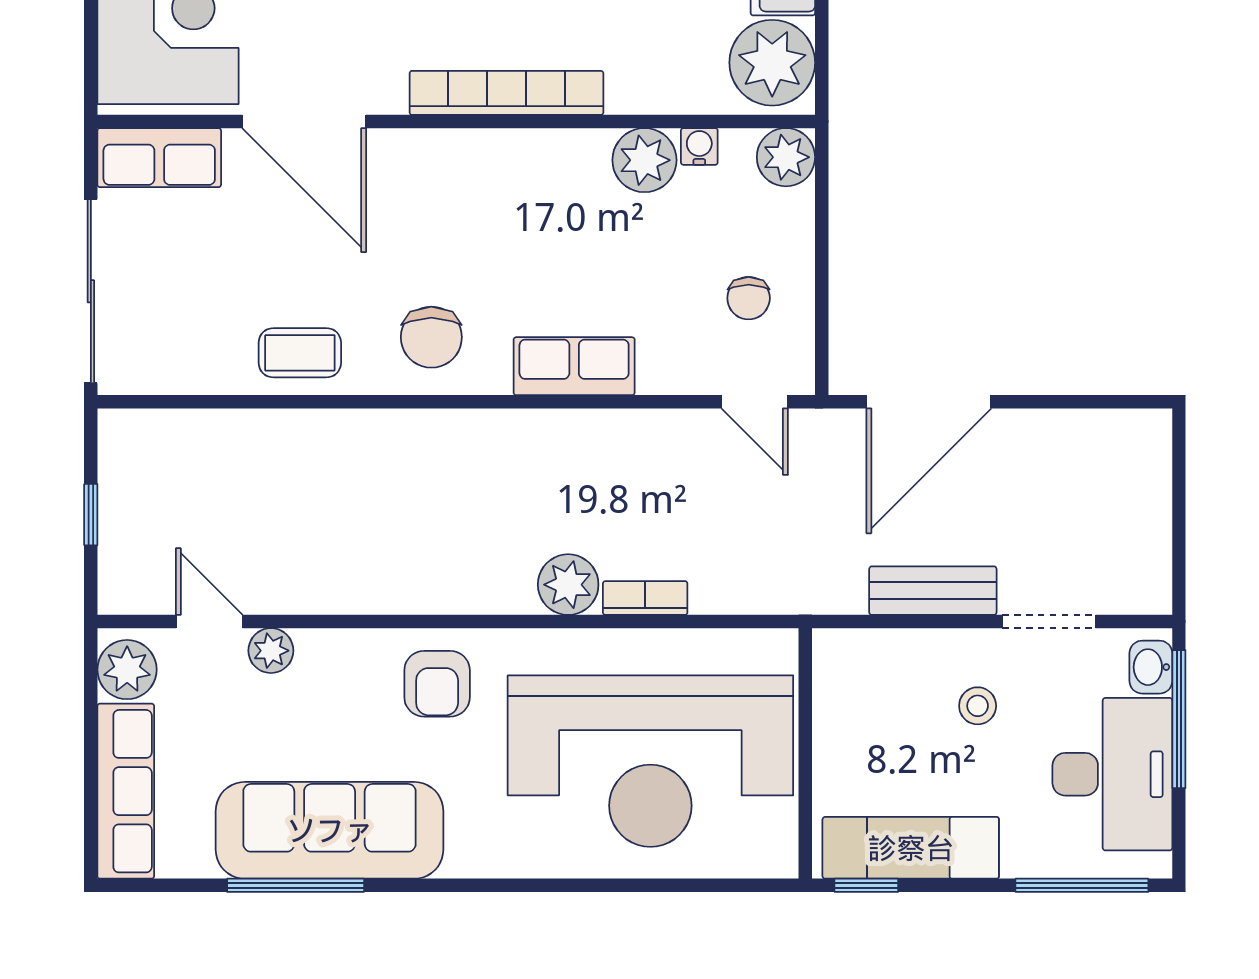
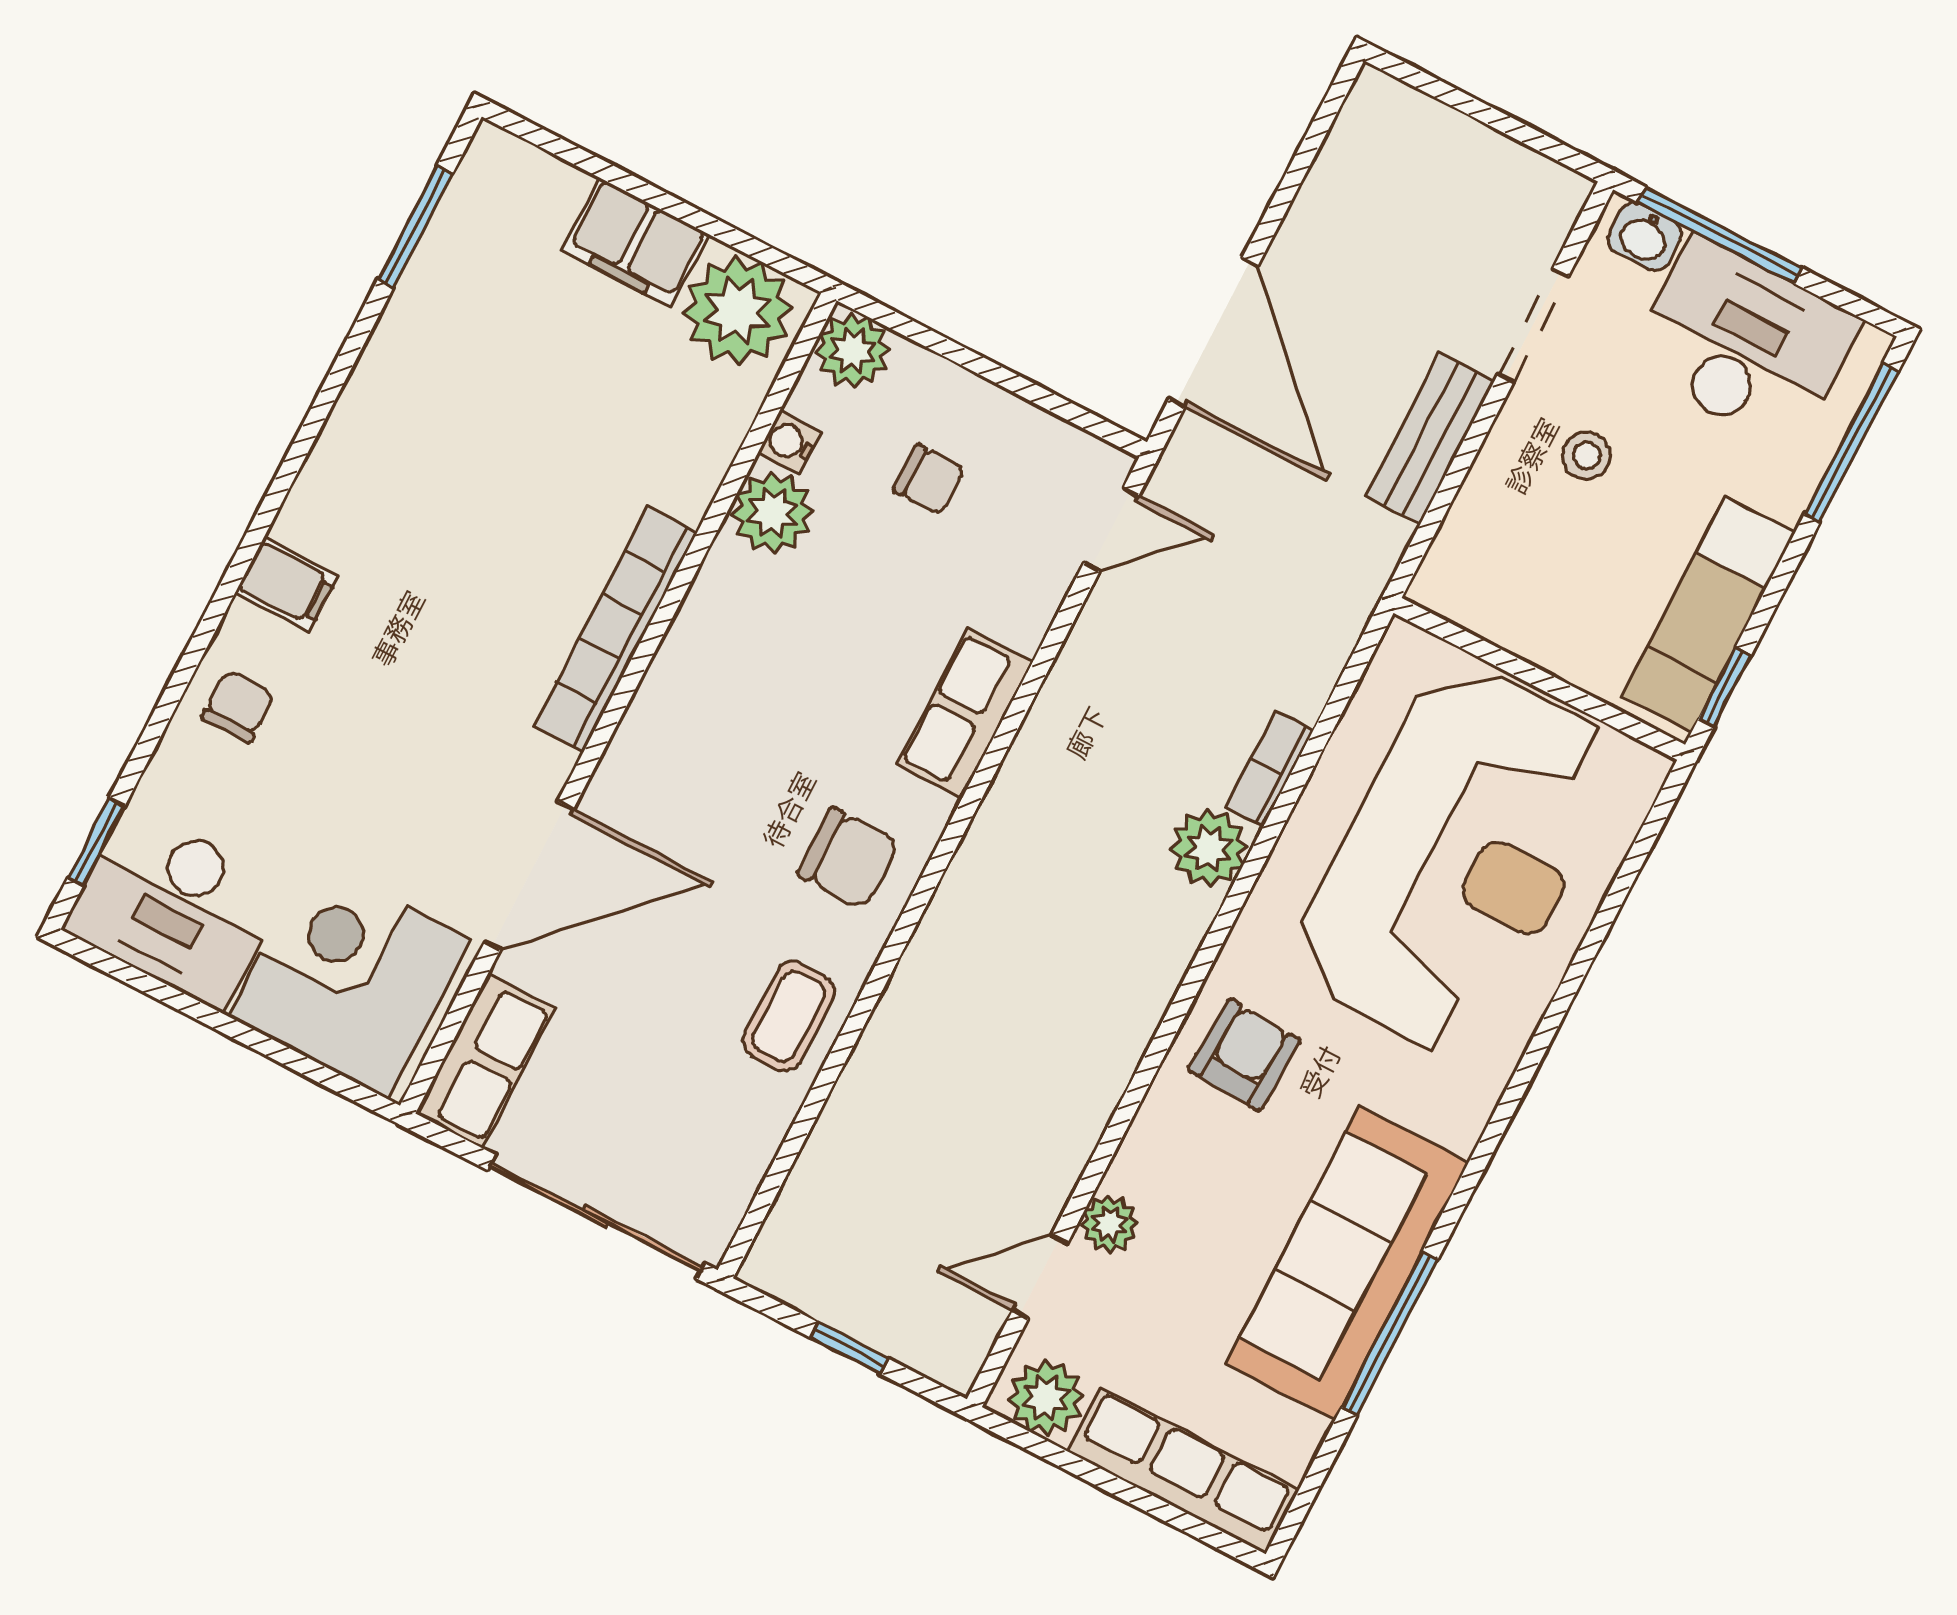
chair: (749, 298) -> (929, 479), moved
armchair: (437, 684) -> (1244, 1055), turned -87

